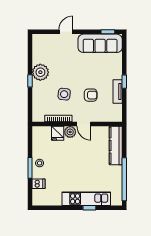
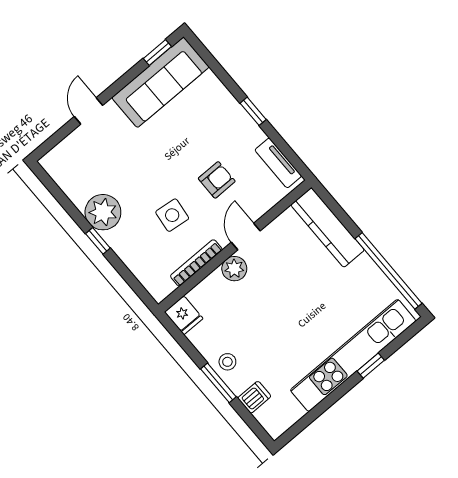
tv unit: (118, 92) -> (278, 163), moved
door: (84, 124) -> (246, 237), swing flipped
fridge: (58, 133) -> (184, 315), moved
kitchen unit: (86, 199) -> (353, 355), width x1.36

